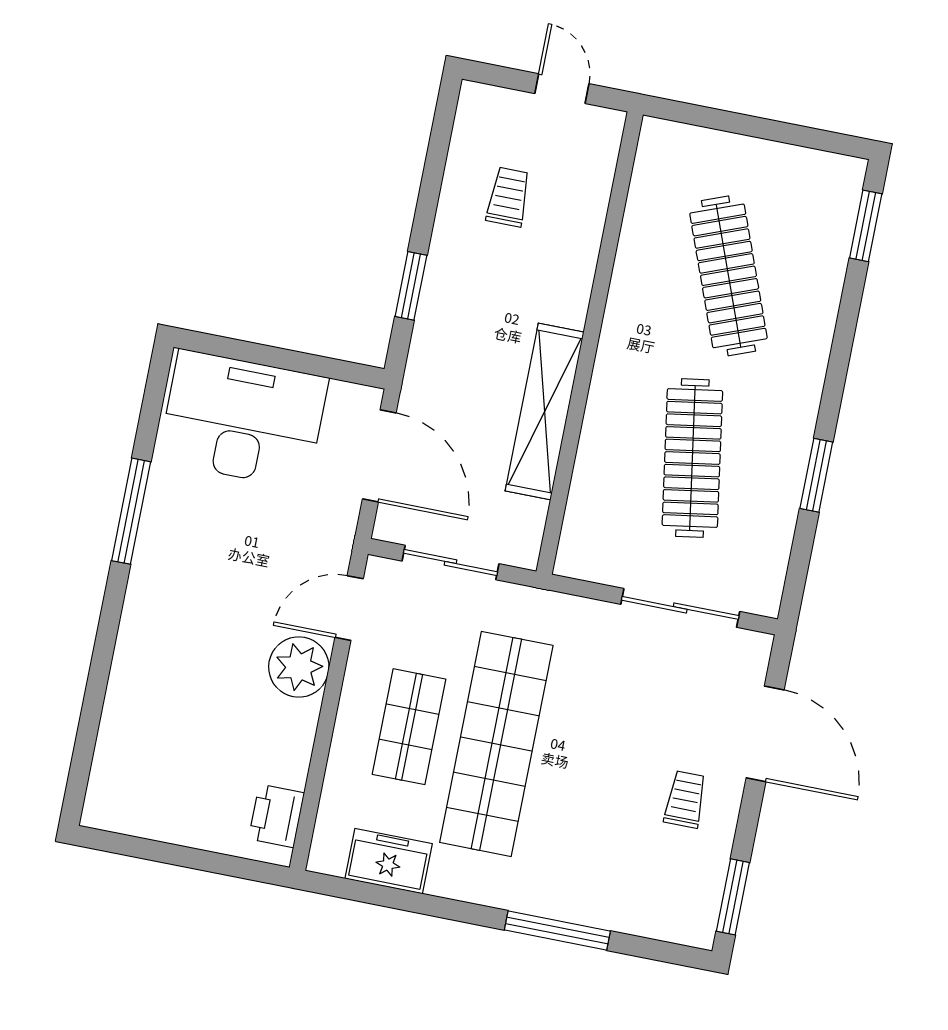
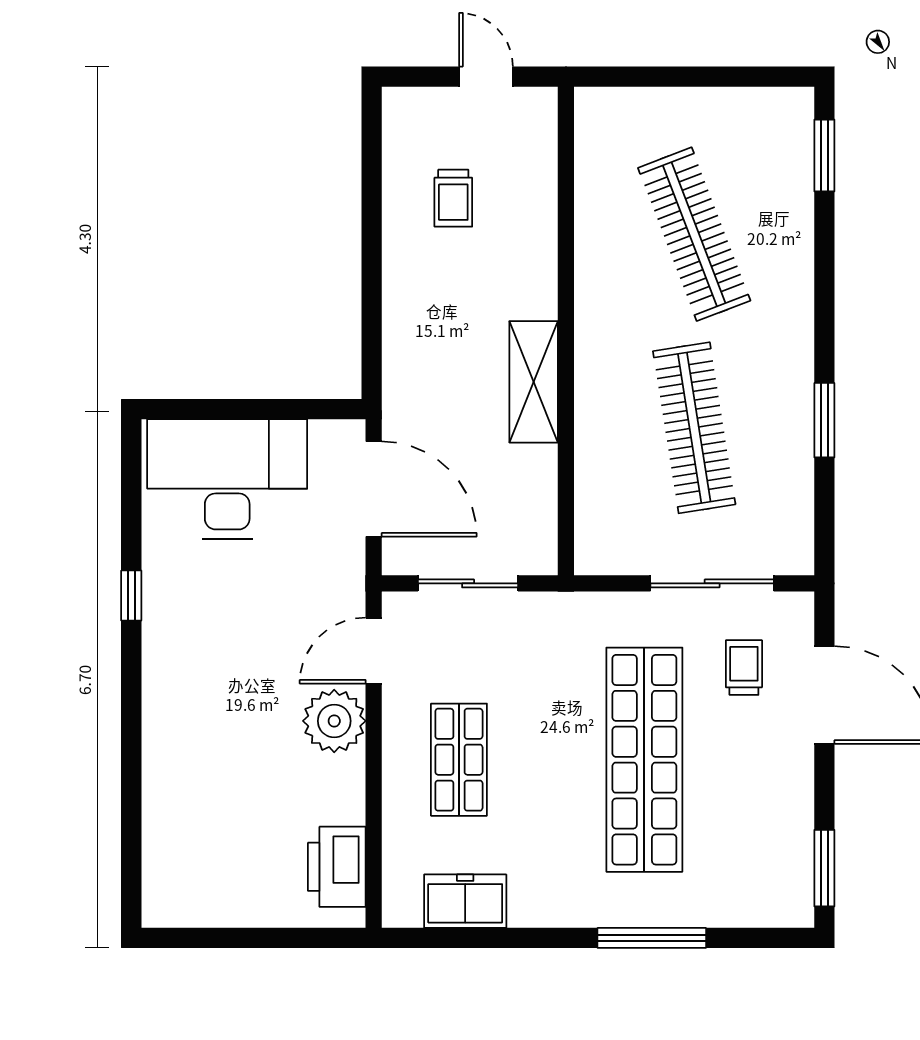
trolley: (508, 197) -> (453, 198), turned 180
window: (411, 286) -> (372, 309), removed
shelving: (545, 412) -> (534, 382), width x0.68
window: (131, 511) -> (131, 596), width x0.46
shop shelf: (496, 744) -> (644, 760), moved
trolley: (685, 799) -> (744, 668), moved
printer: (276, 816) -> (337, 867), width x1.37, depth x1.19

